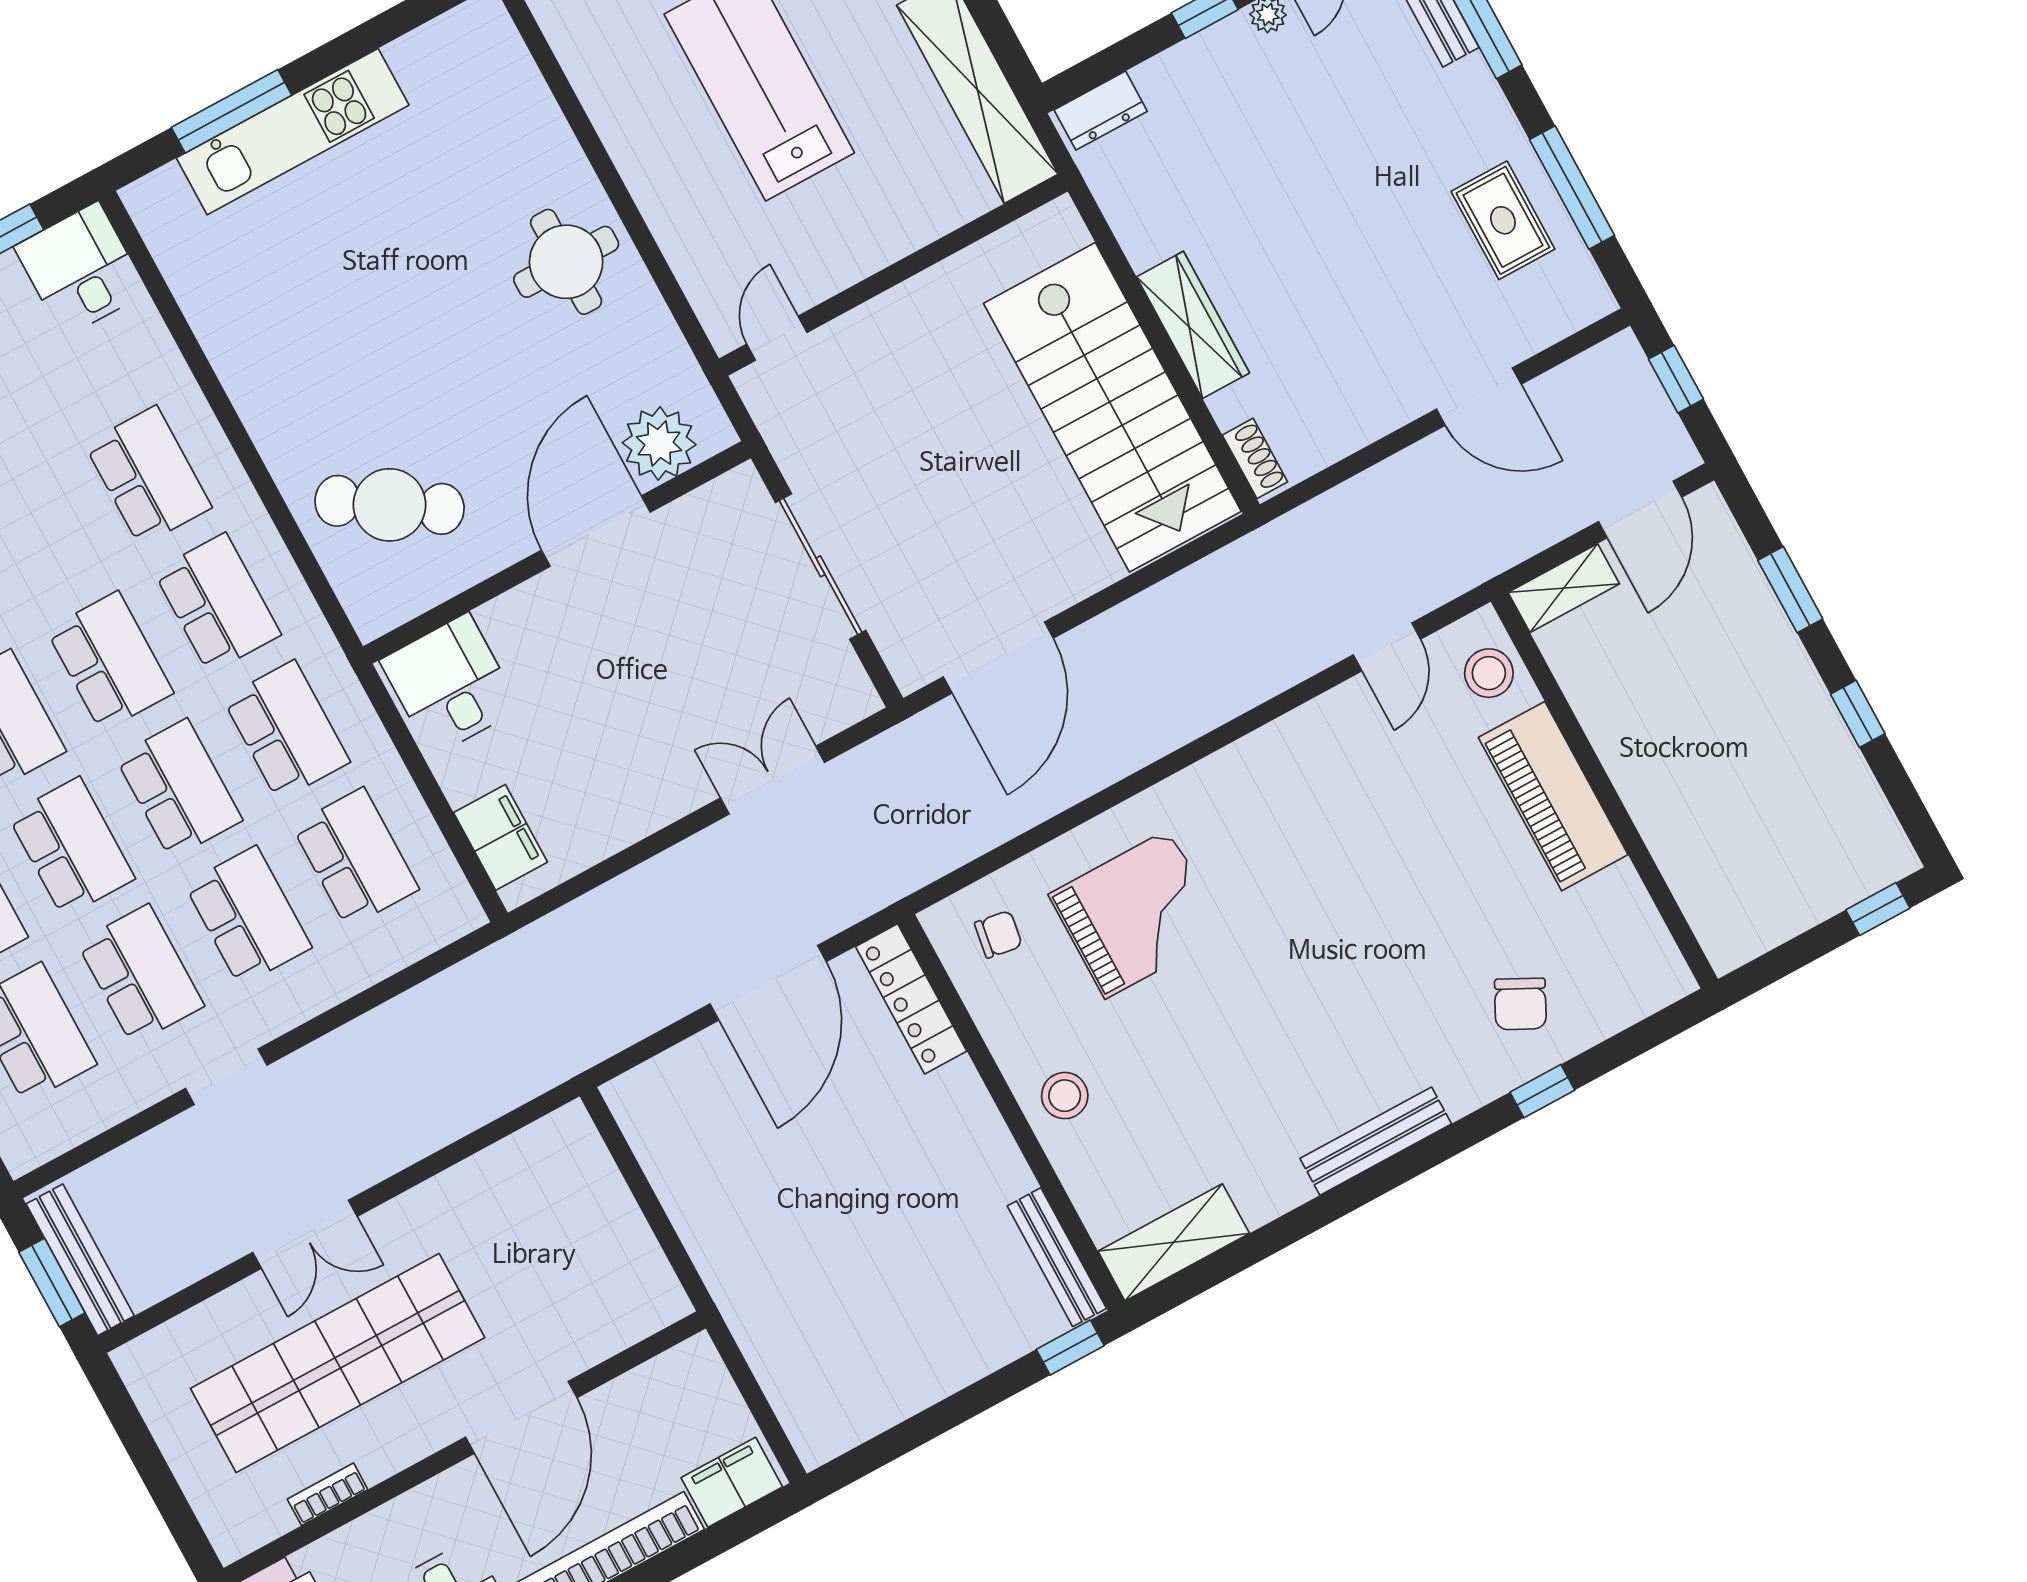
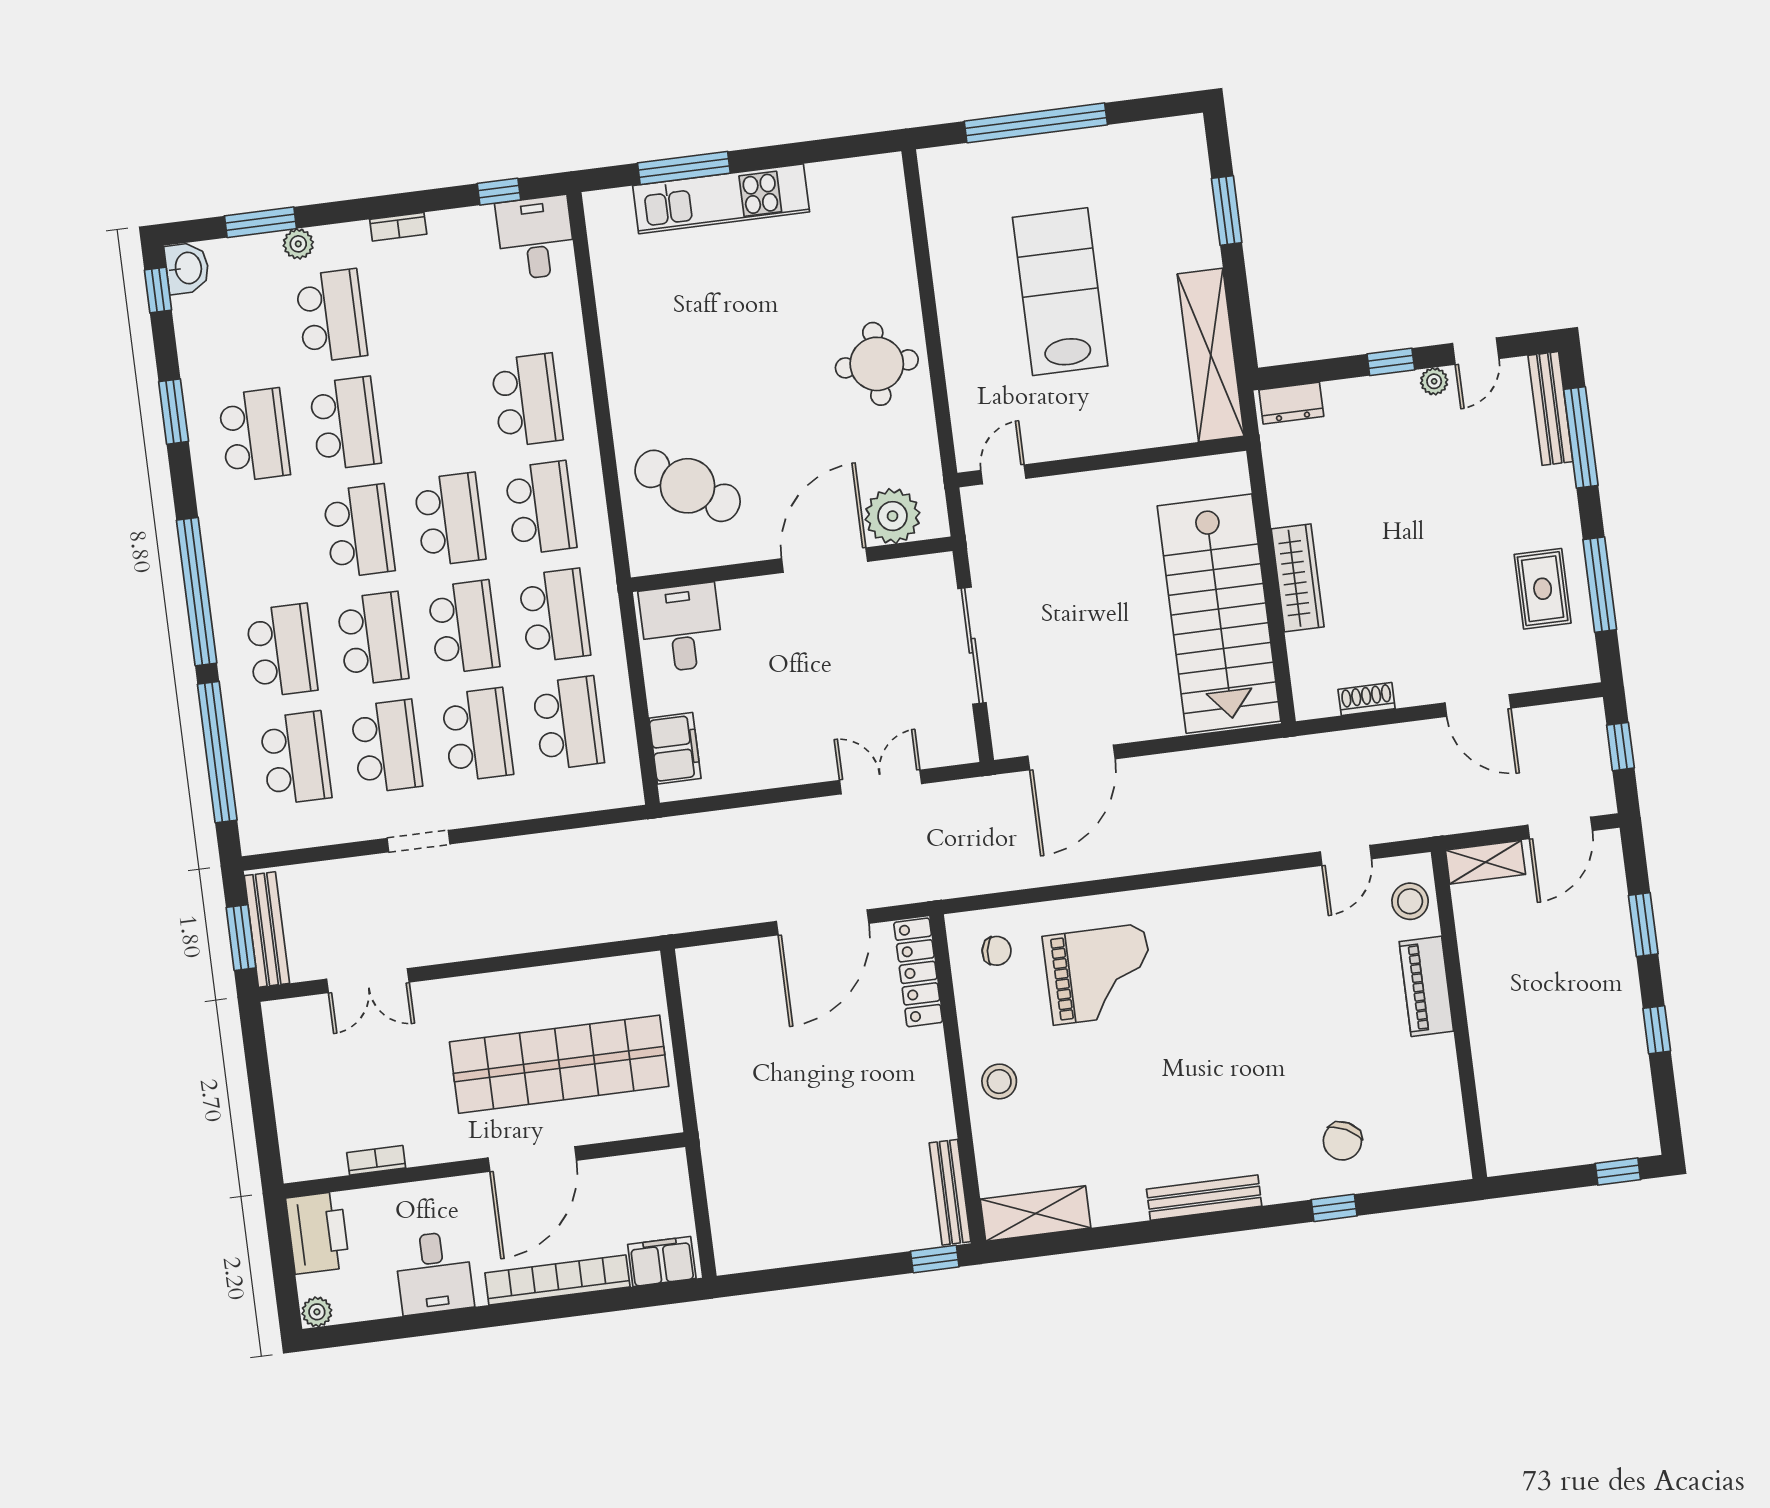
shoe rack: (1255, 458) -> (1367, 699), moved, turned -90
piano: (1553, 796) -> (1426, 986), width x0.73, depth x0.75
double door: (305, 1234) -> (368, 981), moved
shop shelf: (338, 1363) -> (559, 1064), moved

